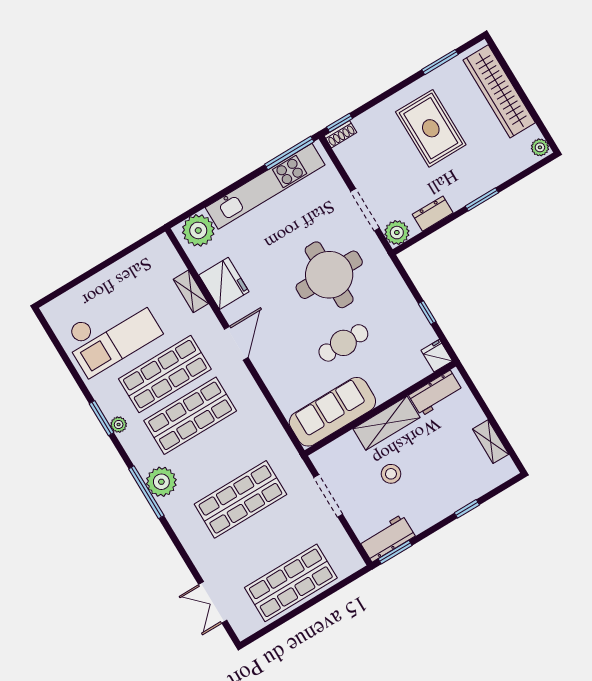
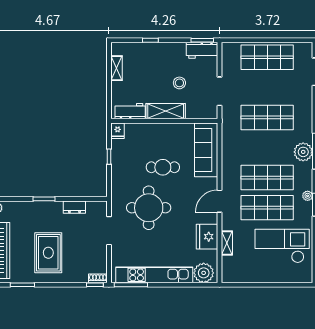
plant: (397, 233) -> (99, 208), removed
sofa: (332, 412) -> (206, 150), moved, turned 90

